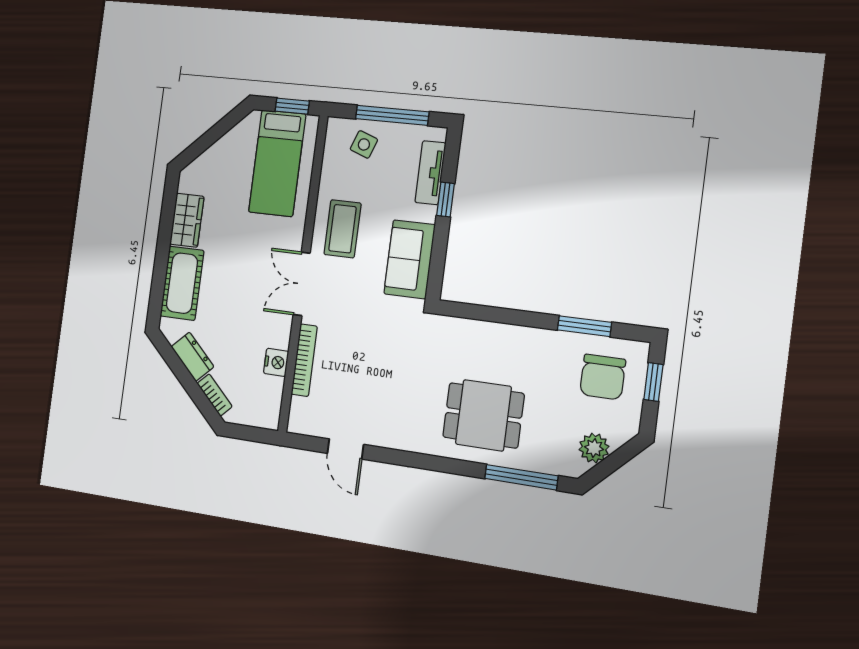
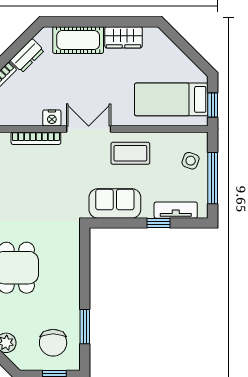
nightstand: (276, 362) -> (52, 118), moved
chair: (603, 377) -> (53, 343), turned -90

